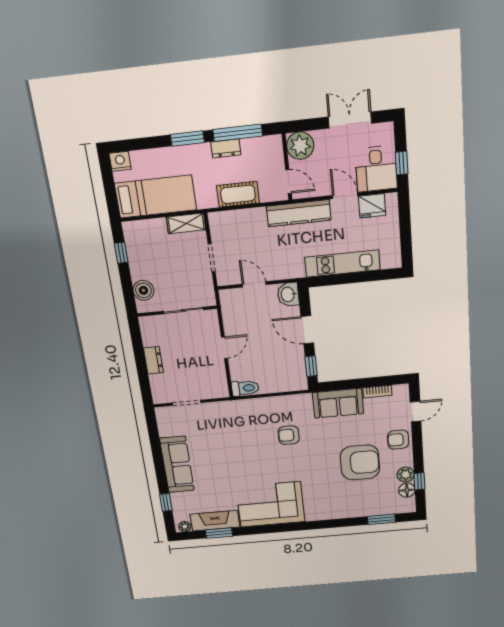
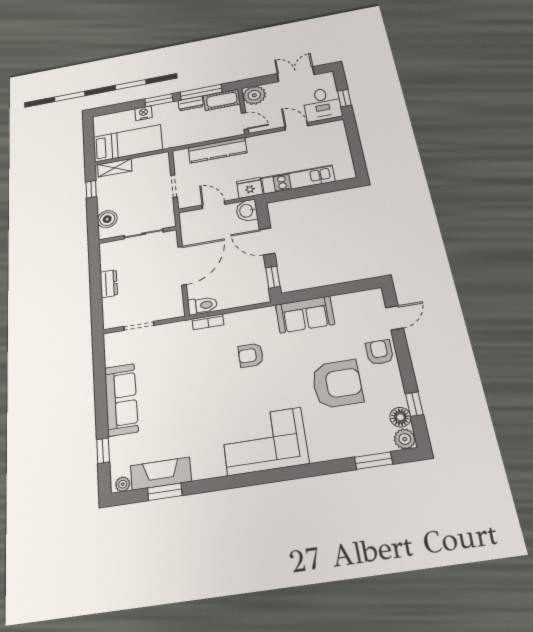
nightstand: (120, 161) -> (143, 113), moved
cot: (238, 194) -> (222, 100), moved
fridge: (372, 206) -> (250, 188), moved, turned 180
kitchen counter: (299, 213) -> (218, 150), moved
shelving: (186, 223) -> (115, 168), moved
door: (224, 348) -> (182, 266), width x1.87
bookcase: (377, 392) -> (208, 322), moved
armchair: (398, 440) -> (379, 352), turned 90
plant: (406, 475) -> (405, 439), moved
corner sofa: (270, 504) -> (264, 441), moved

